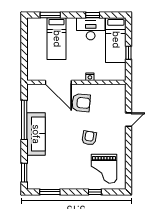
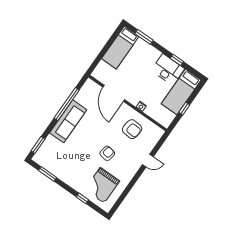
bed: (57, 39) -> (120, 48), moved
armchair: (81, 103) -> (132, 129), moved

